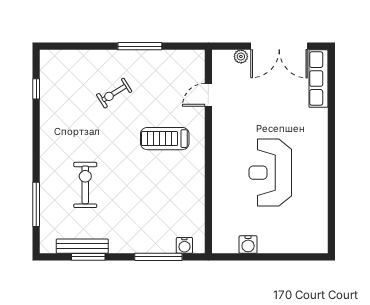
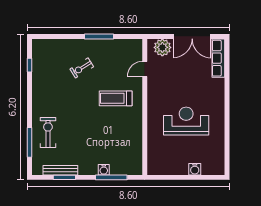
plant: (241, 56) -> (162, 47), width x1.87, depth x1.87
reception desk: (270, 173) -> (186, 121), turned 90
exercise bike: (85, 185) -> (48, 132), moved
water cooler: (184, 245) -> (104, 170), moved
water cooler: (248, 245) -> (195, 169), moved

